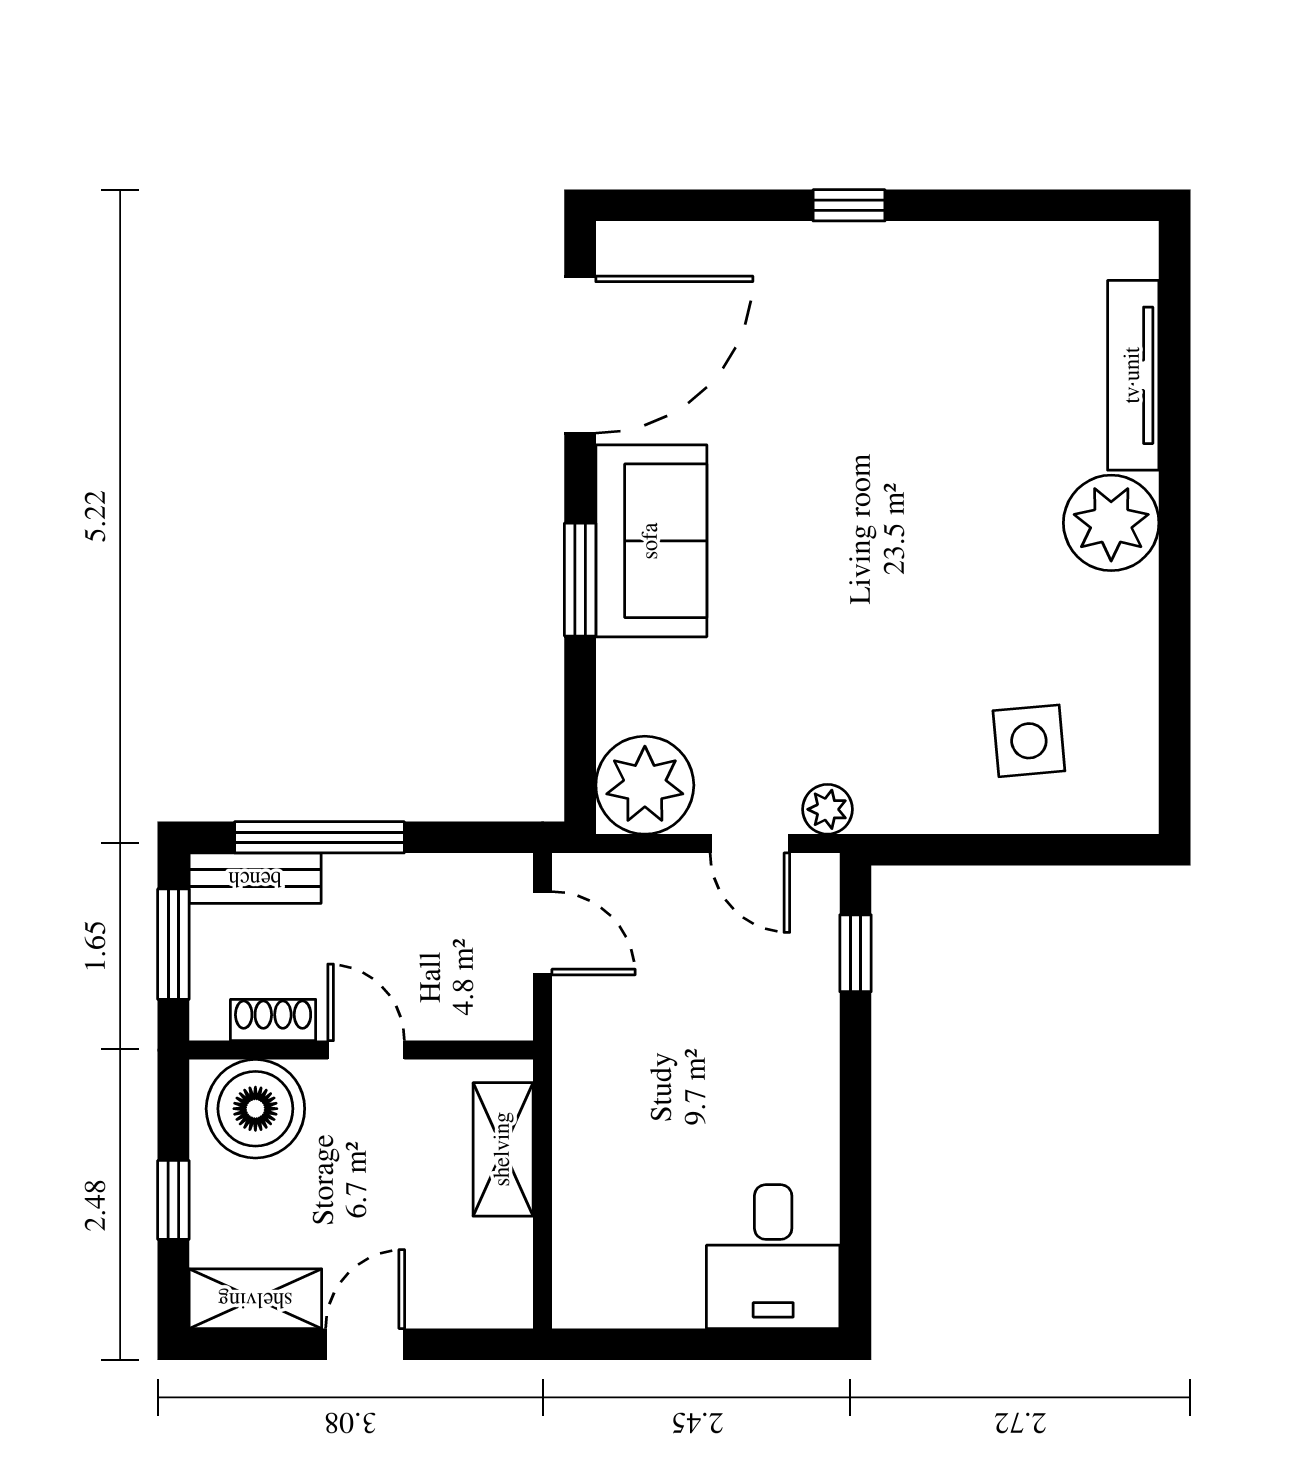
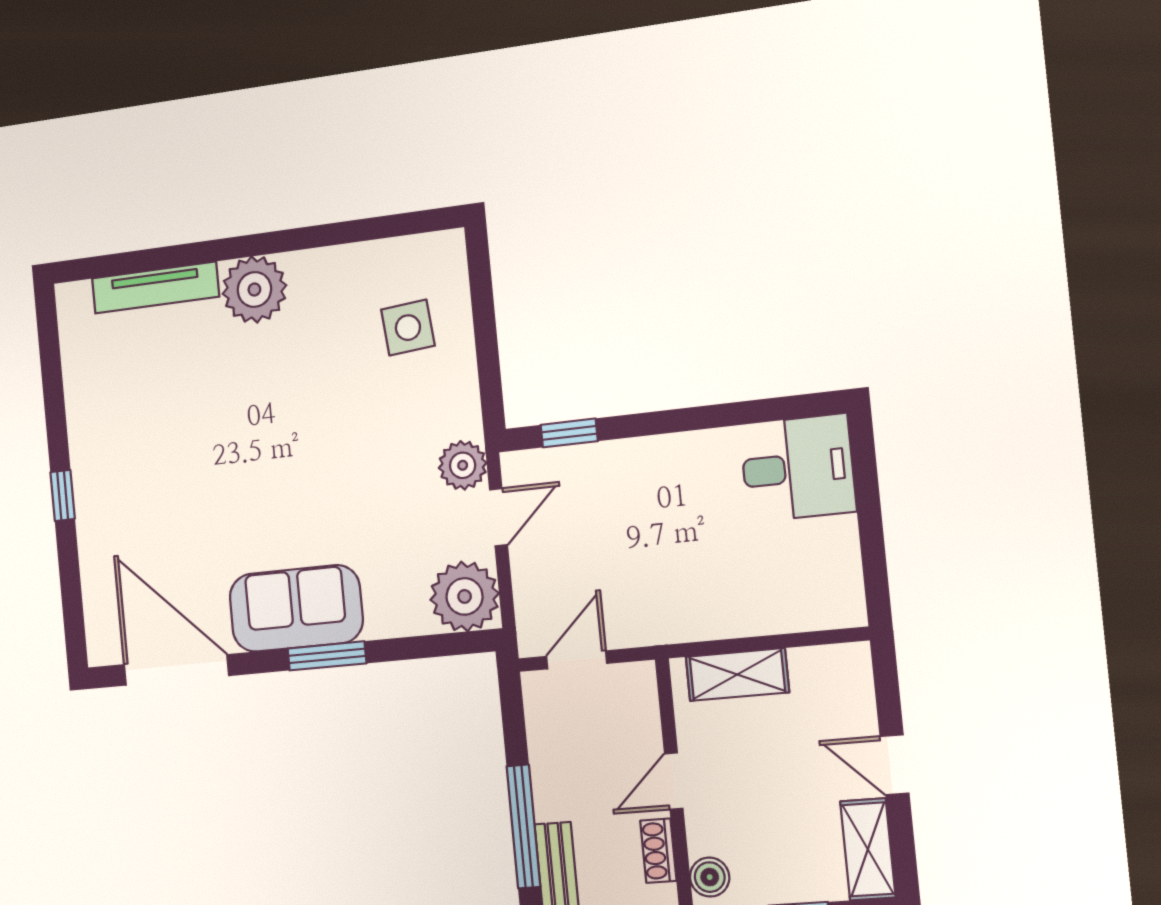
plant: (827, 809) -> (463, 465), width x1.38, depth x1.38
boiler: (255, 1109) -> (710, 877), width x0.54, depth x0.54

